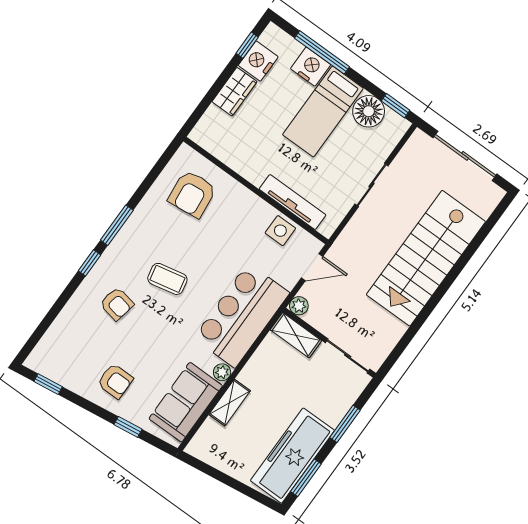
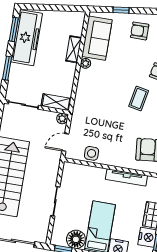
tv unit: (293, 202) -> (126, 177), moved
coffee table: (167, 279) -> (139, 99), turned -67
bar counter: (241, 315) -> (90, 98), removed

